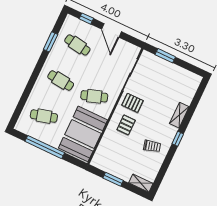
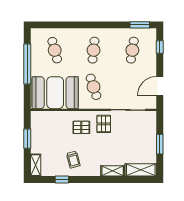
door: (112, 30) -> (160, 86), moved
window: (51, 42) -> (140, 25), moved
window: (165, 56) -> (160, 144), moved
shelving: (191, 89) -> (141, 170), added
window: (178, 139) -> (62, 179), moved

